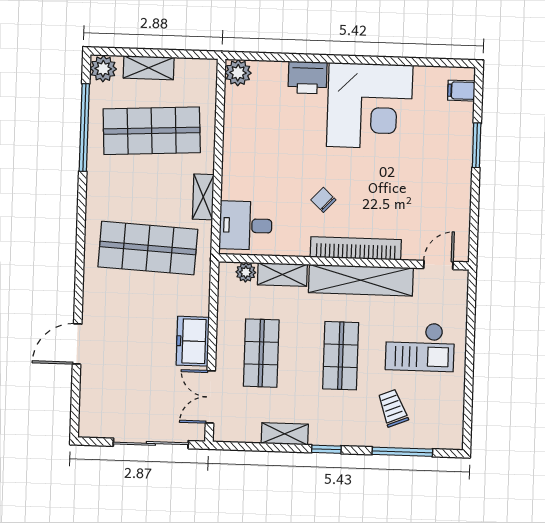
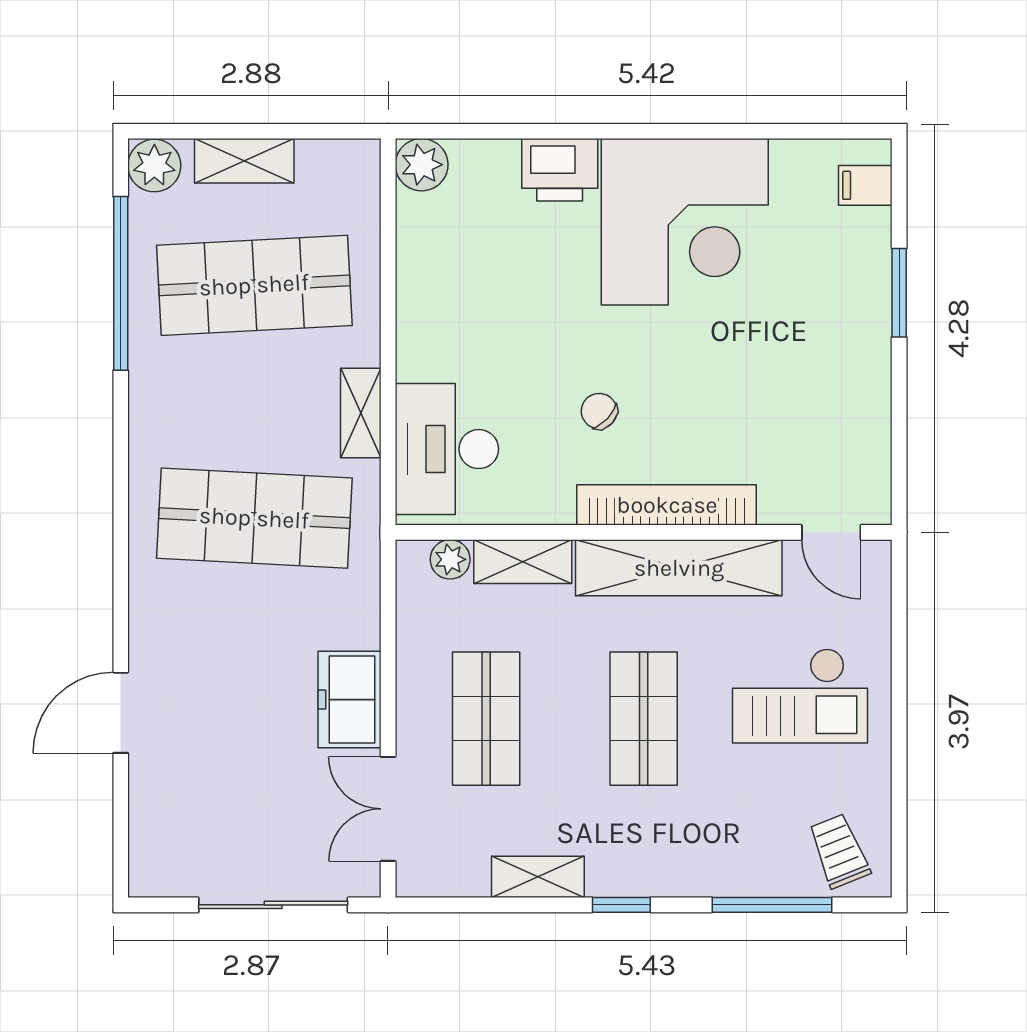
desk: (246, 225) -> (447, 449), width x1.37
door: (438, 265) -> (831, 532), swing flipped
trolley: (393, 408) -> (839, 851), moved

